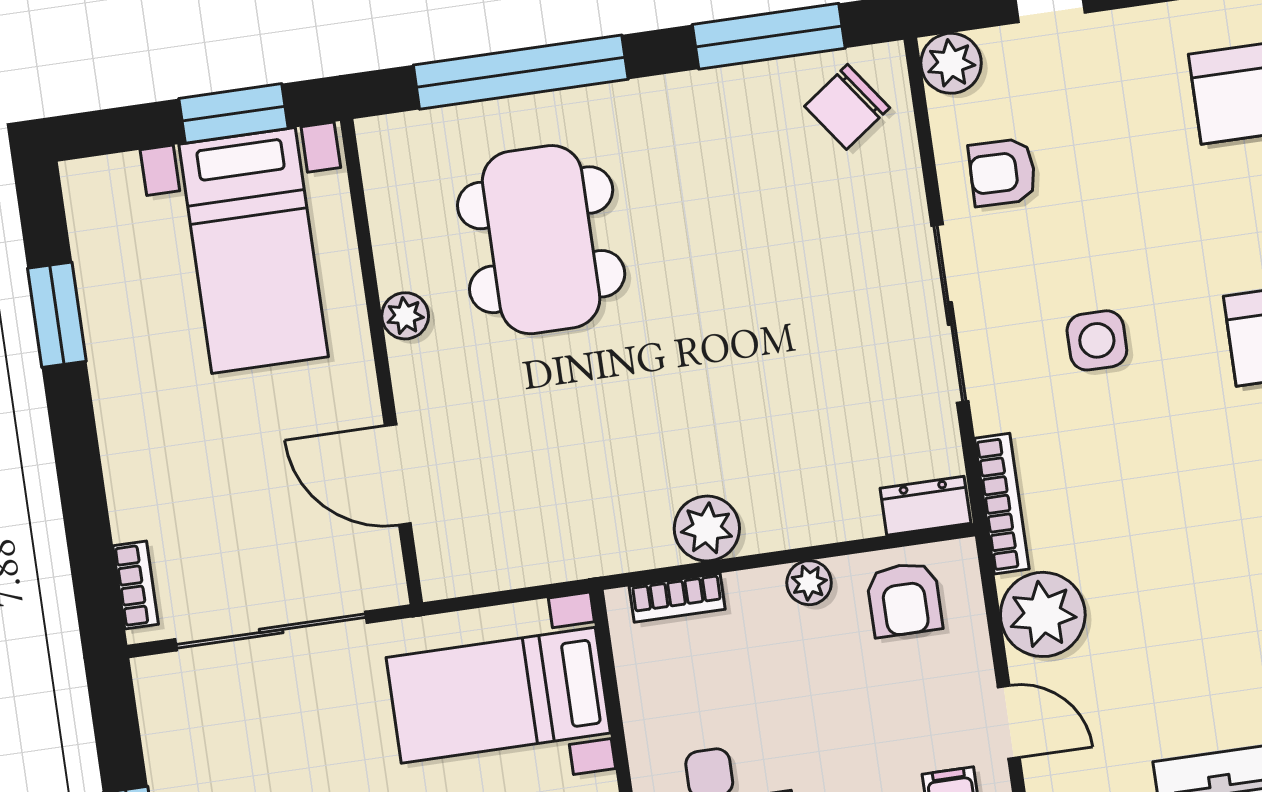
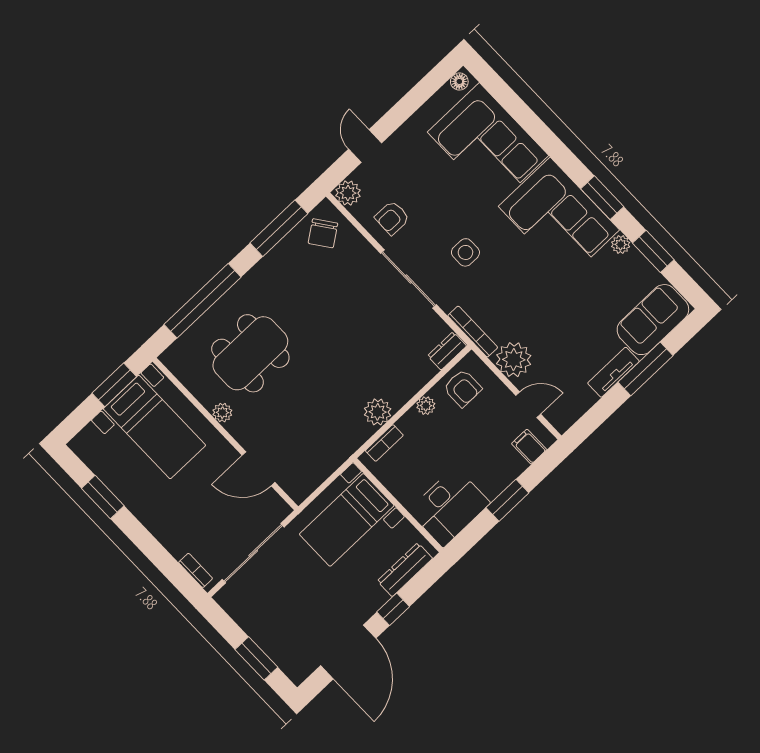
dining table: (541, 240) -> (250, 353), turned 90

